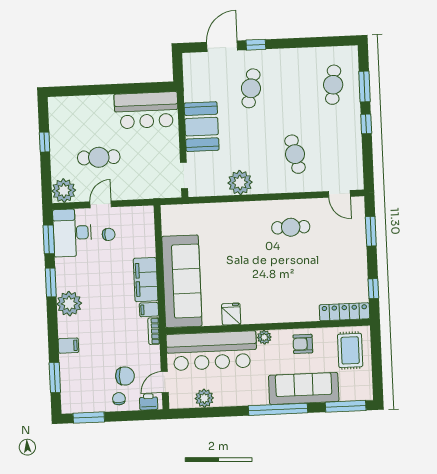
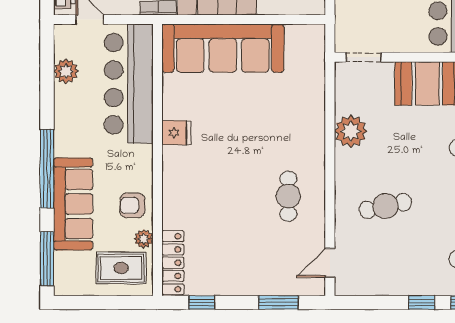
fridge: (231, 314) -> (176, 133), moved
plant: (264, 337) -> (144, 239), moved
armchair: (303, 344) -> (132, 205), turned -90

